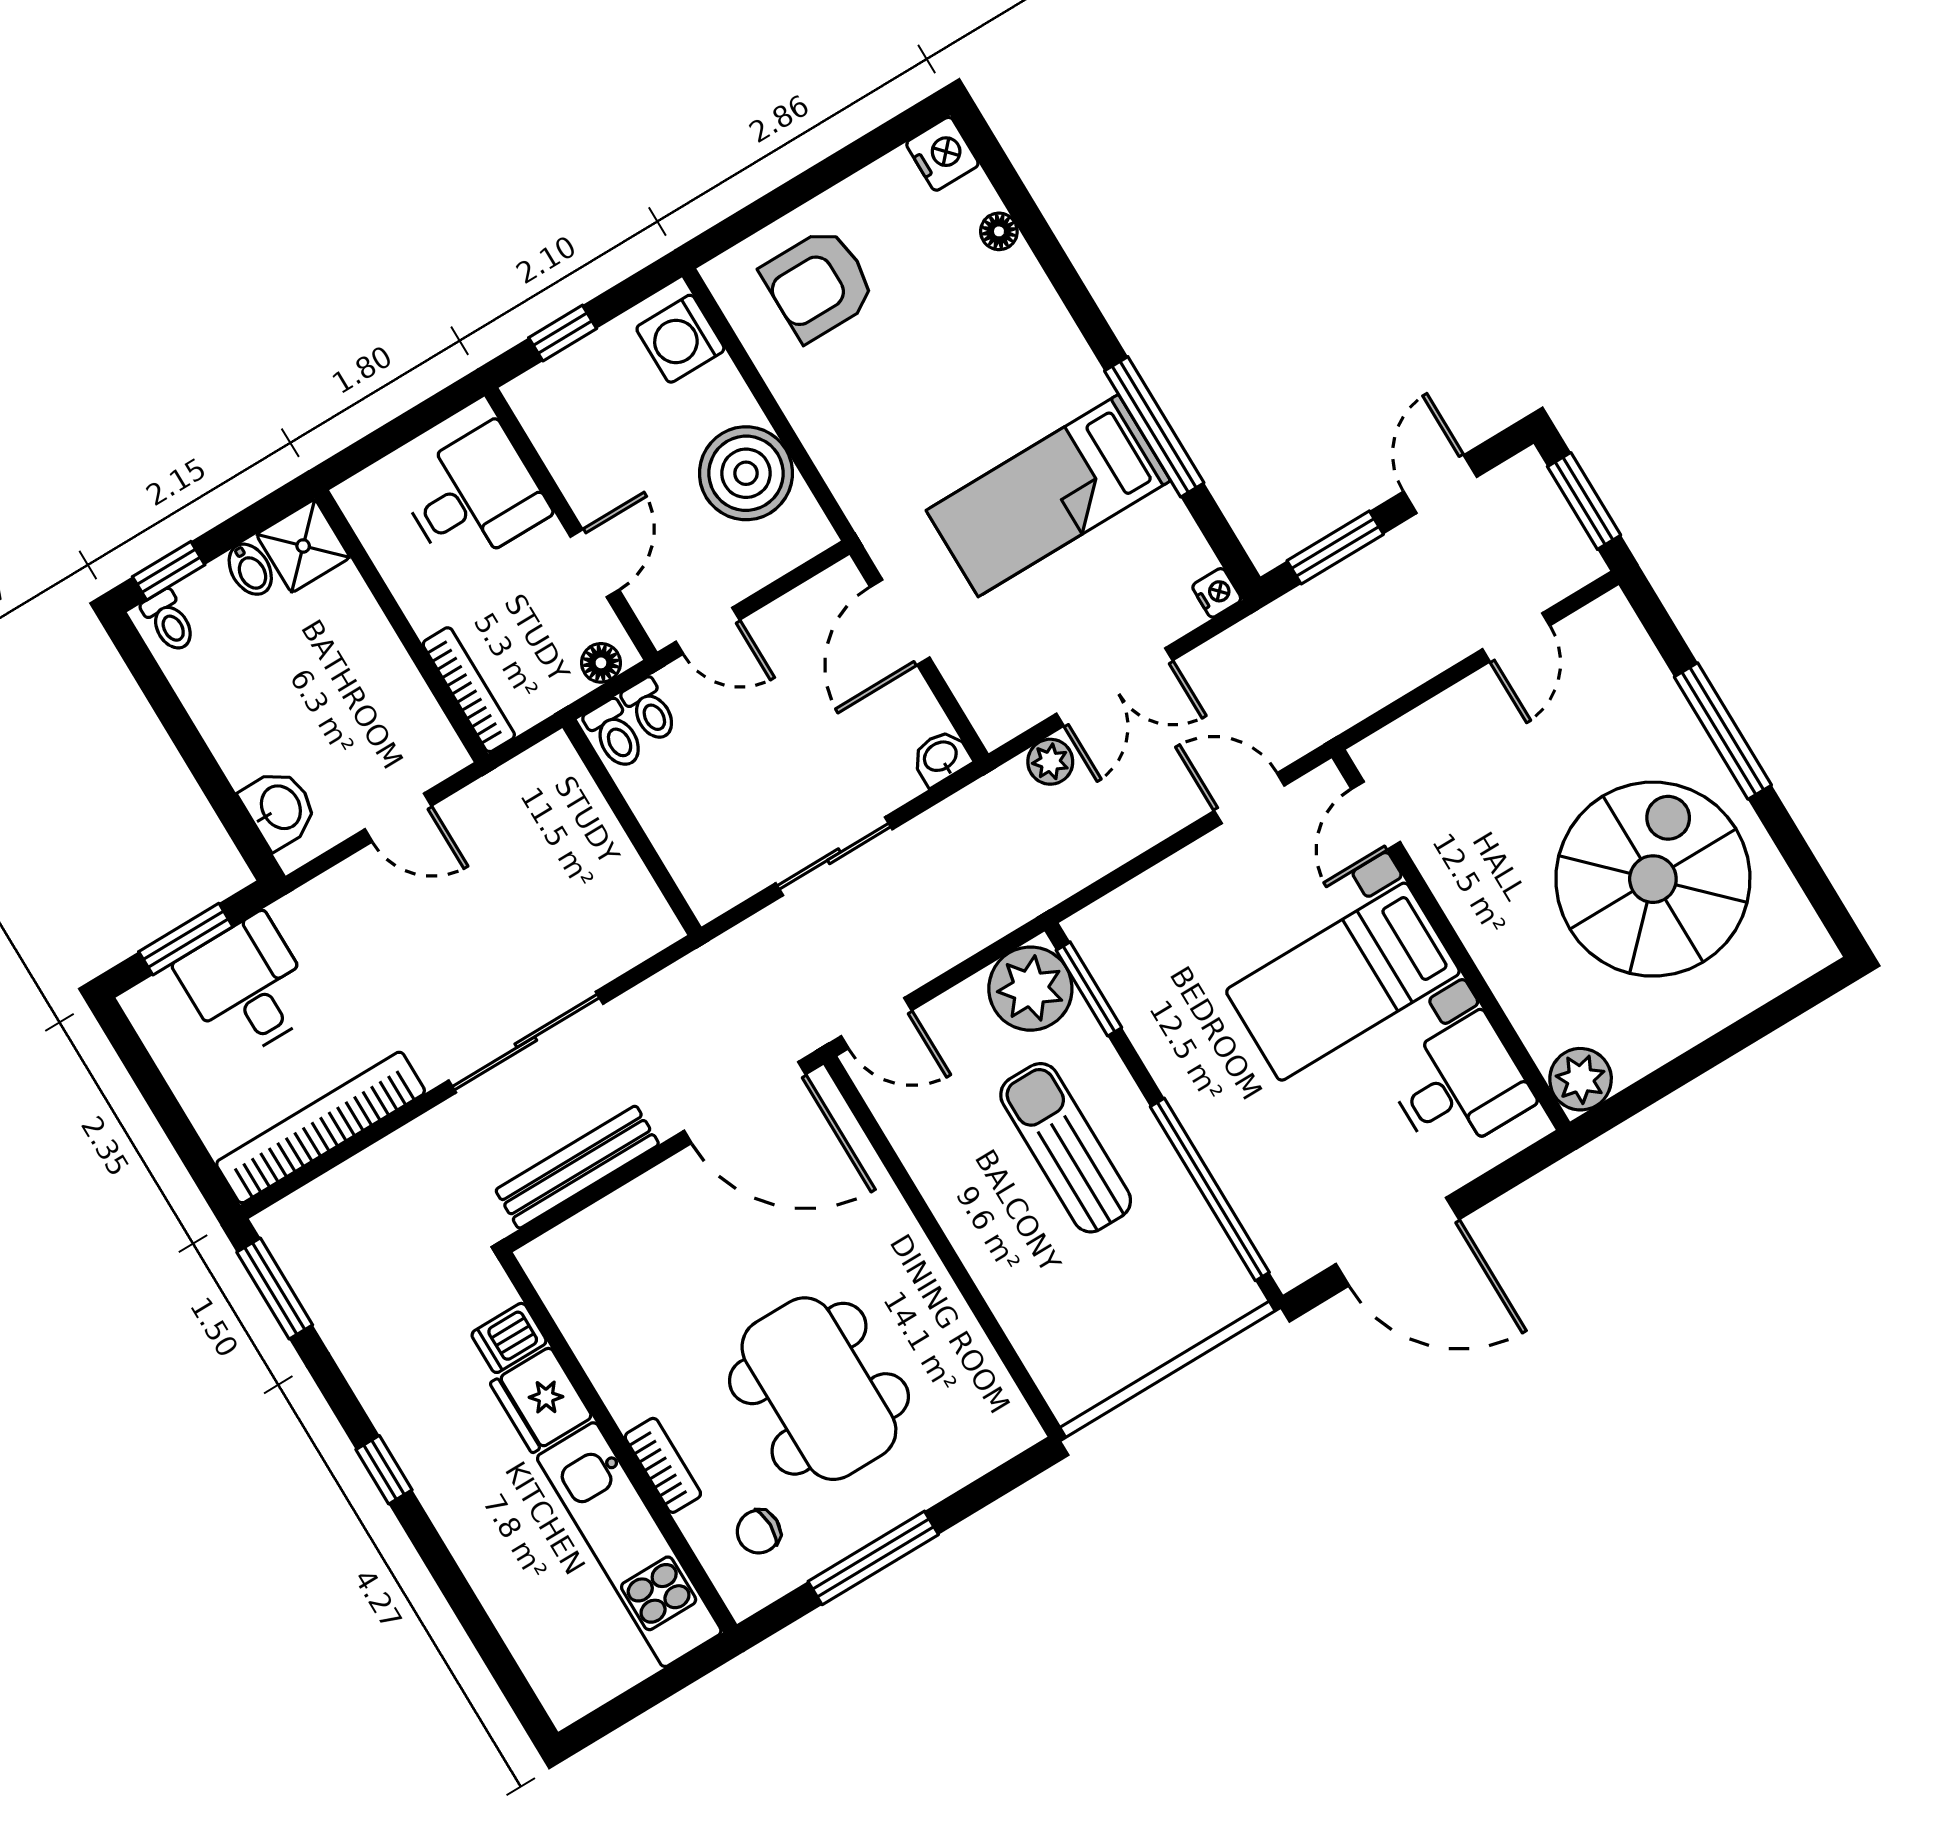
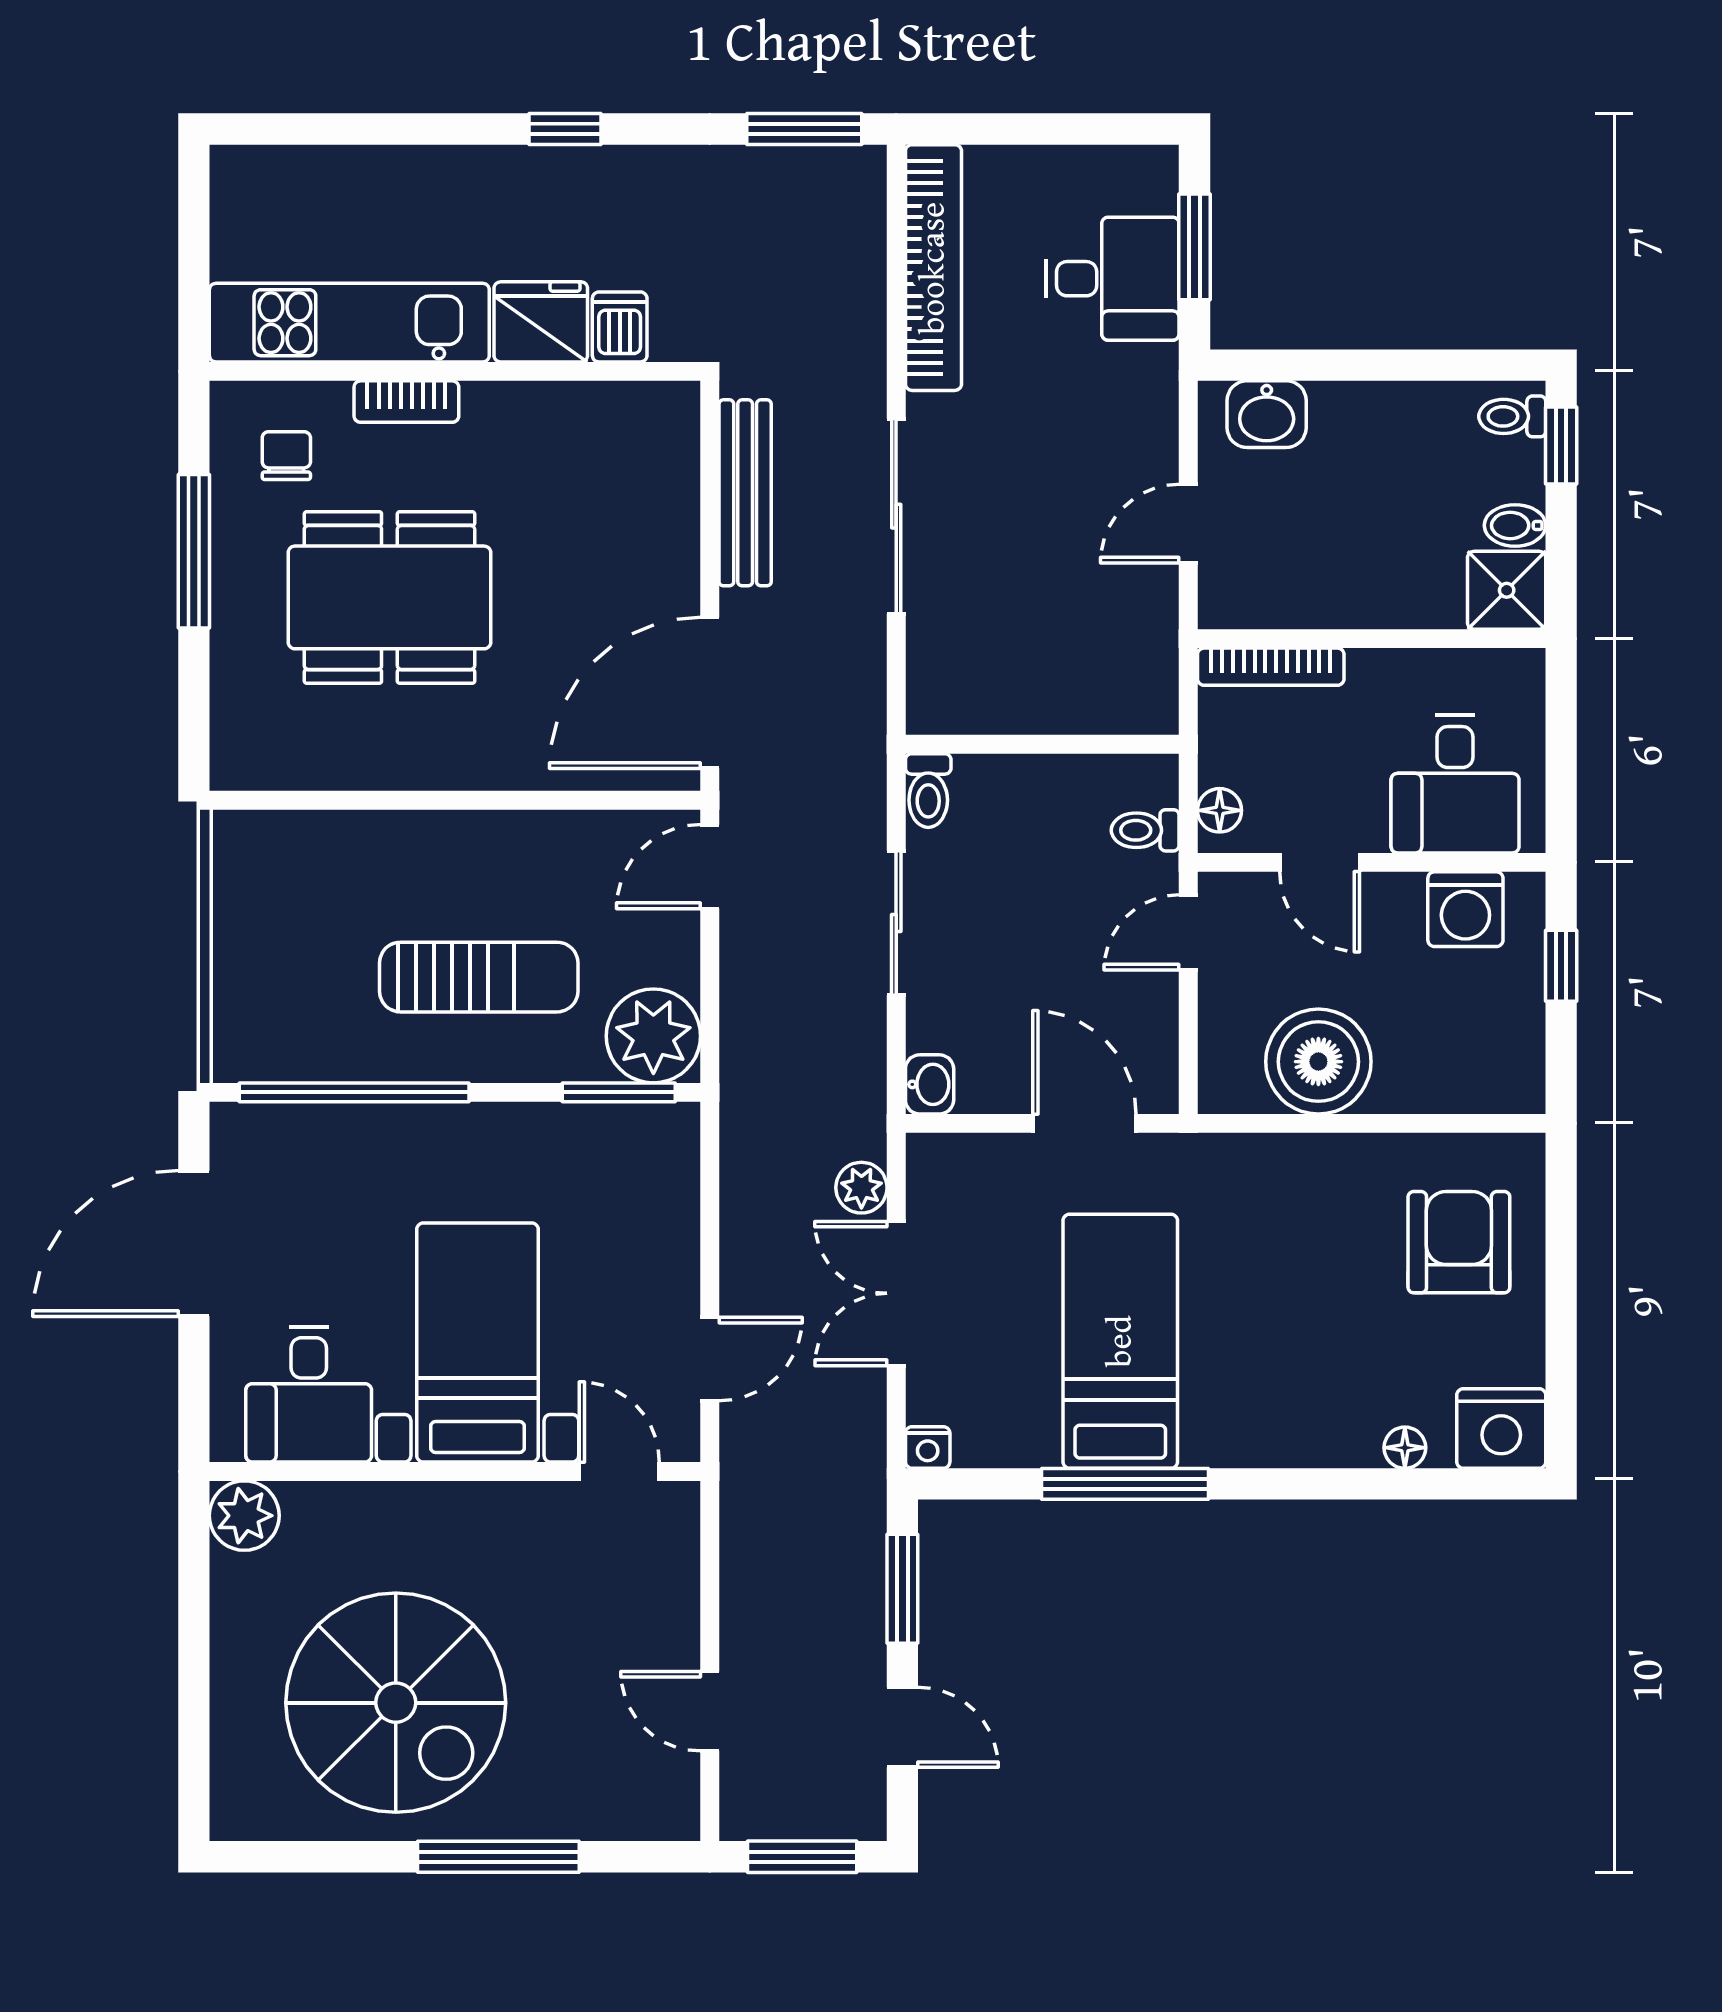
nightstand: (942, 154) -> (1501, 1428), width x1.36, depth x1.33
washing machine: (680, 339) -> (1465, 909), moved, turned 180
toilet: (615, 735) -> (928, 791), moved, turned -90

